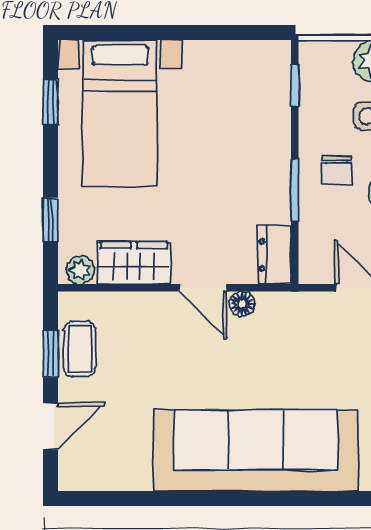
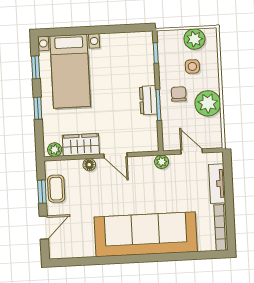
chair: (337, 170) -> (179, 94), turned 180
window: (51, 220) -> (38, 108), moved
dresser: (275, 255) -> (148, 100), moved
floor lamp: (242, 304) -> (89, 165), moved
plant: (295, 305) -> (162, 162), added

